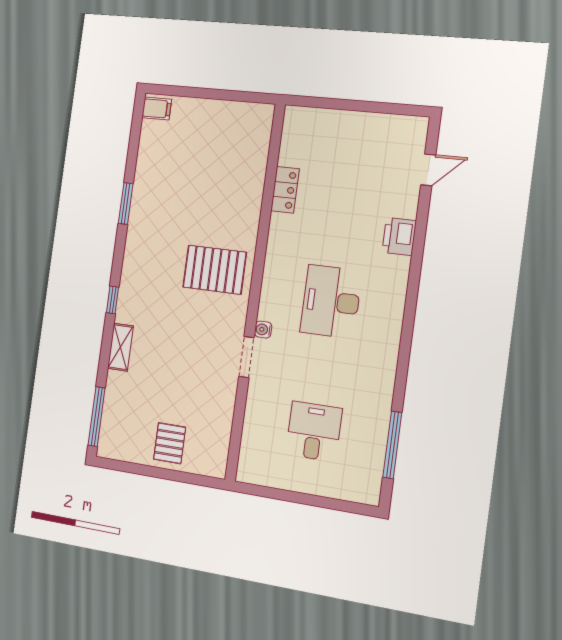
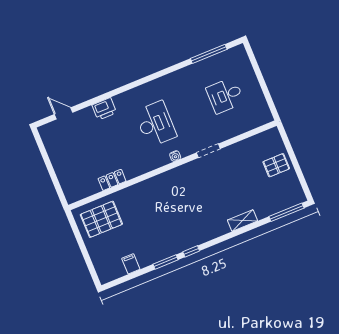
filing cabinet: (157, 108) -> (131, 264), moved
pallet: (215, 270) -> (101, 219), moved, turned 90
window: (113, 300) -> (191, 251), moved
desk: (331, 302) -> (156, 124), turned -90
water cooler: (263, 330) -> (175, 156), moved

